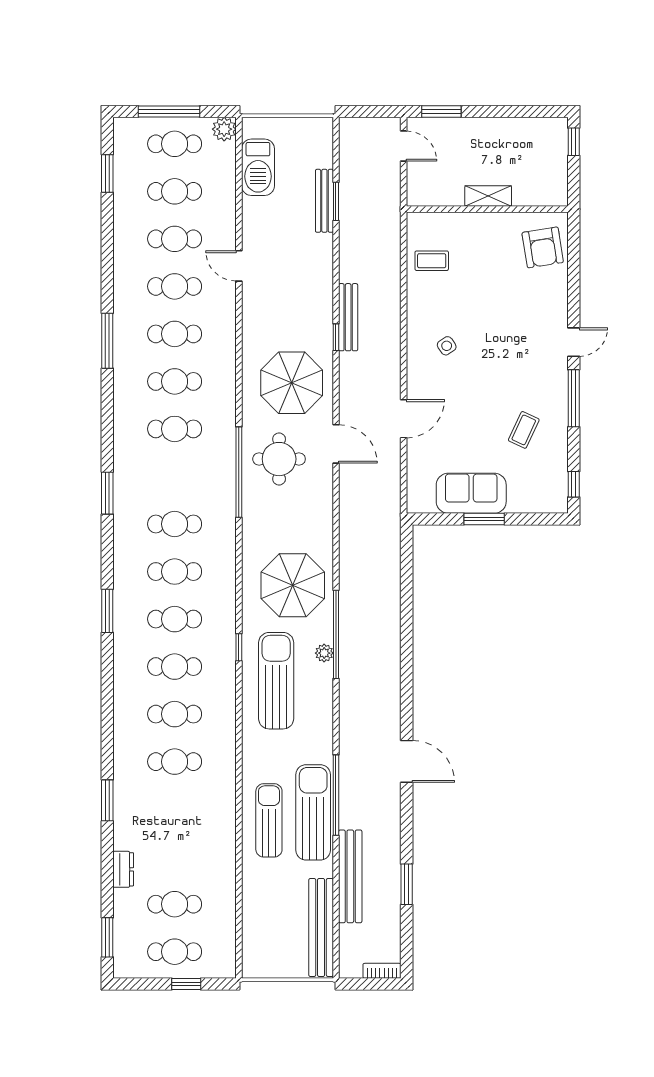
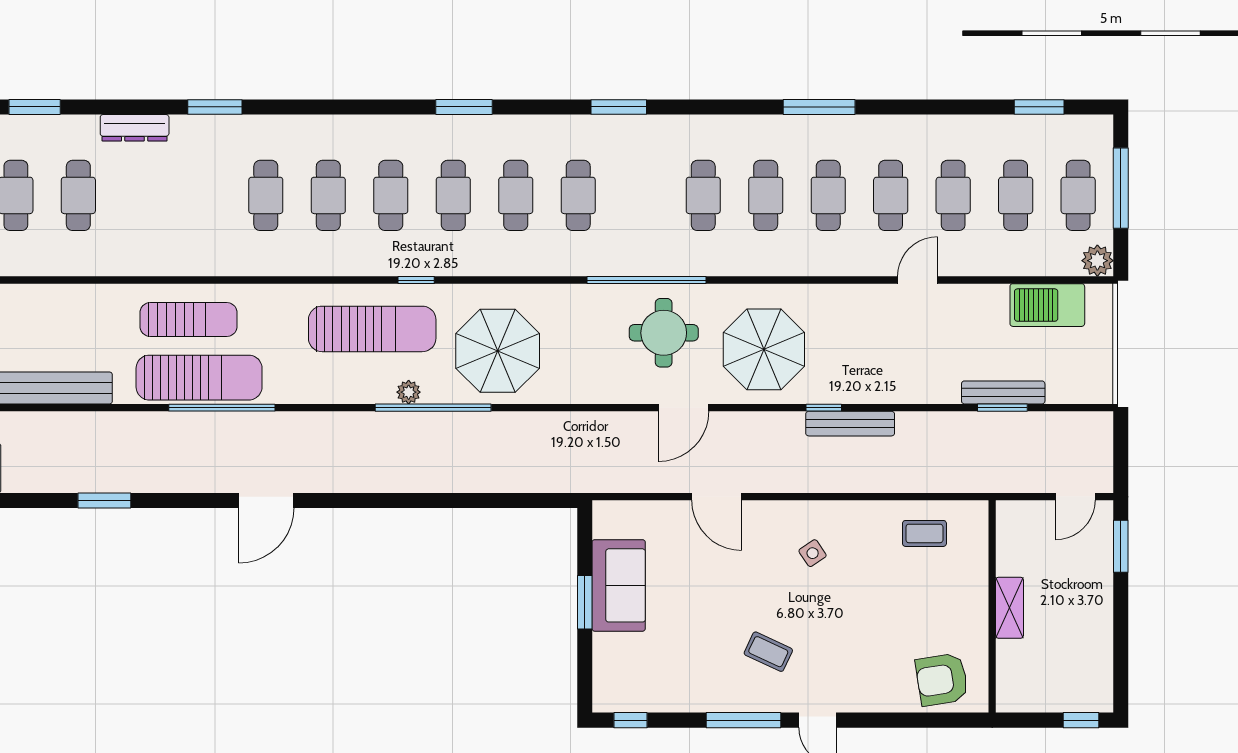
coffee table: (432, 261) -> (924, 533), turned 90
coffee table: (524, 430) -> (768, 652), moved
dresser: (123, 869) -> (135, 128), width x1.44
bench: (350, 876) -> (115, 426), removed

